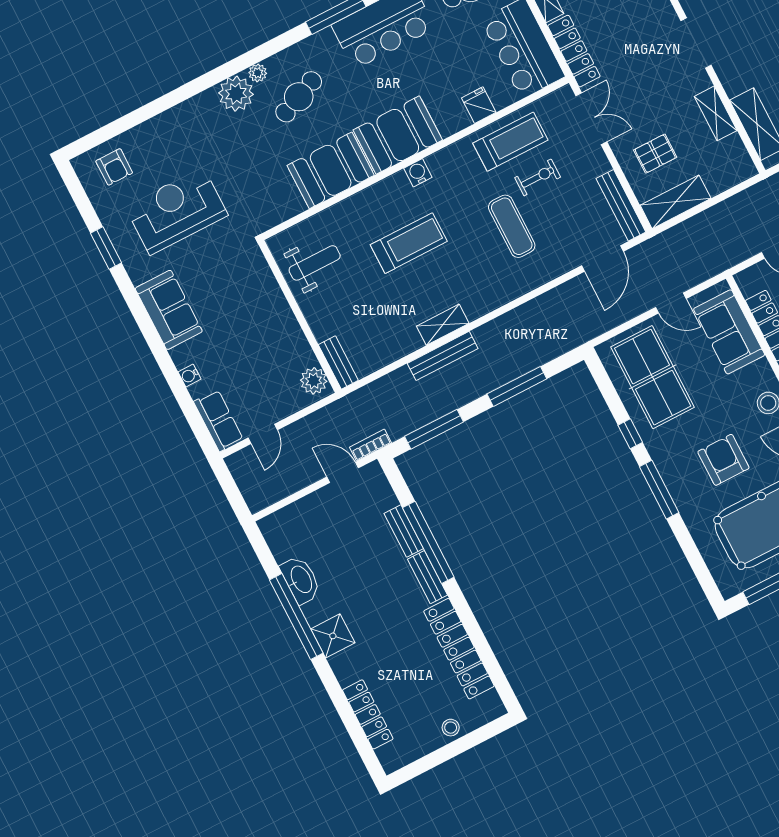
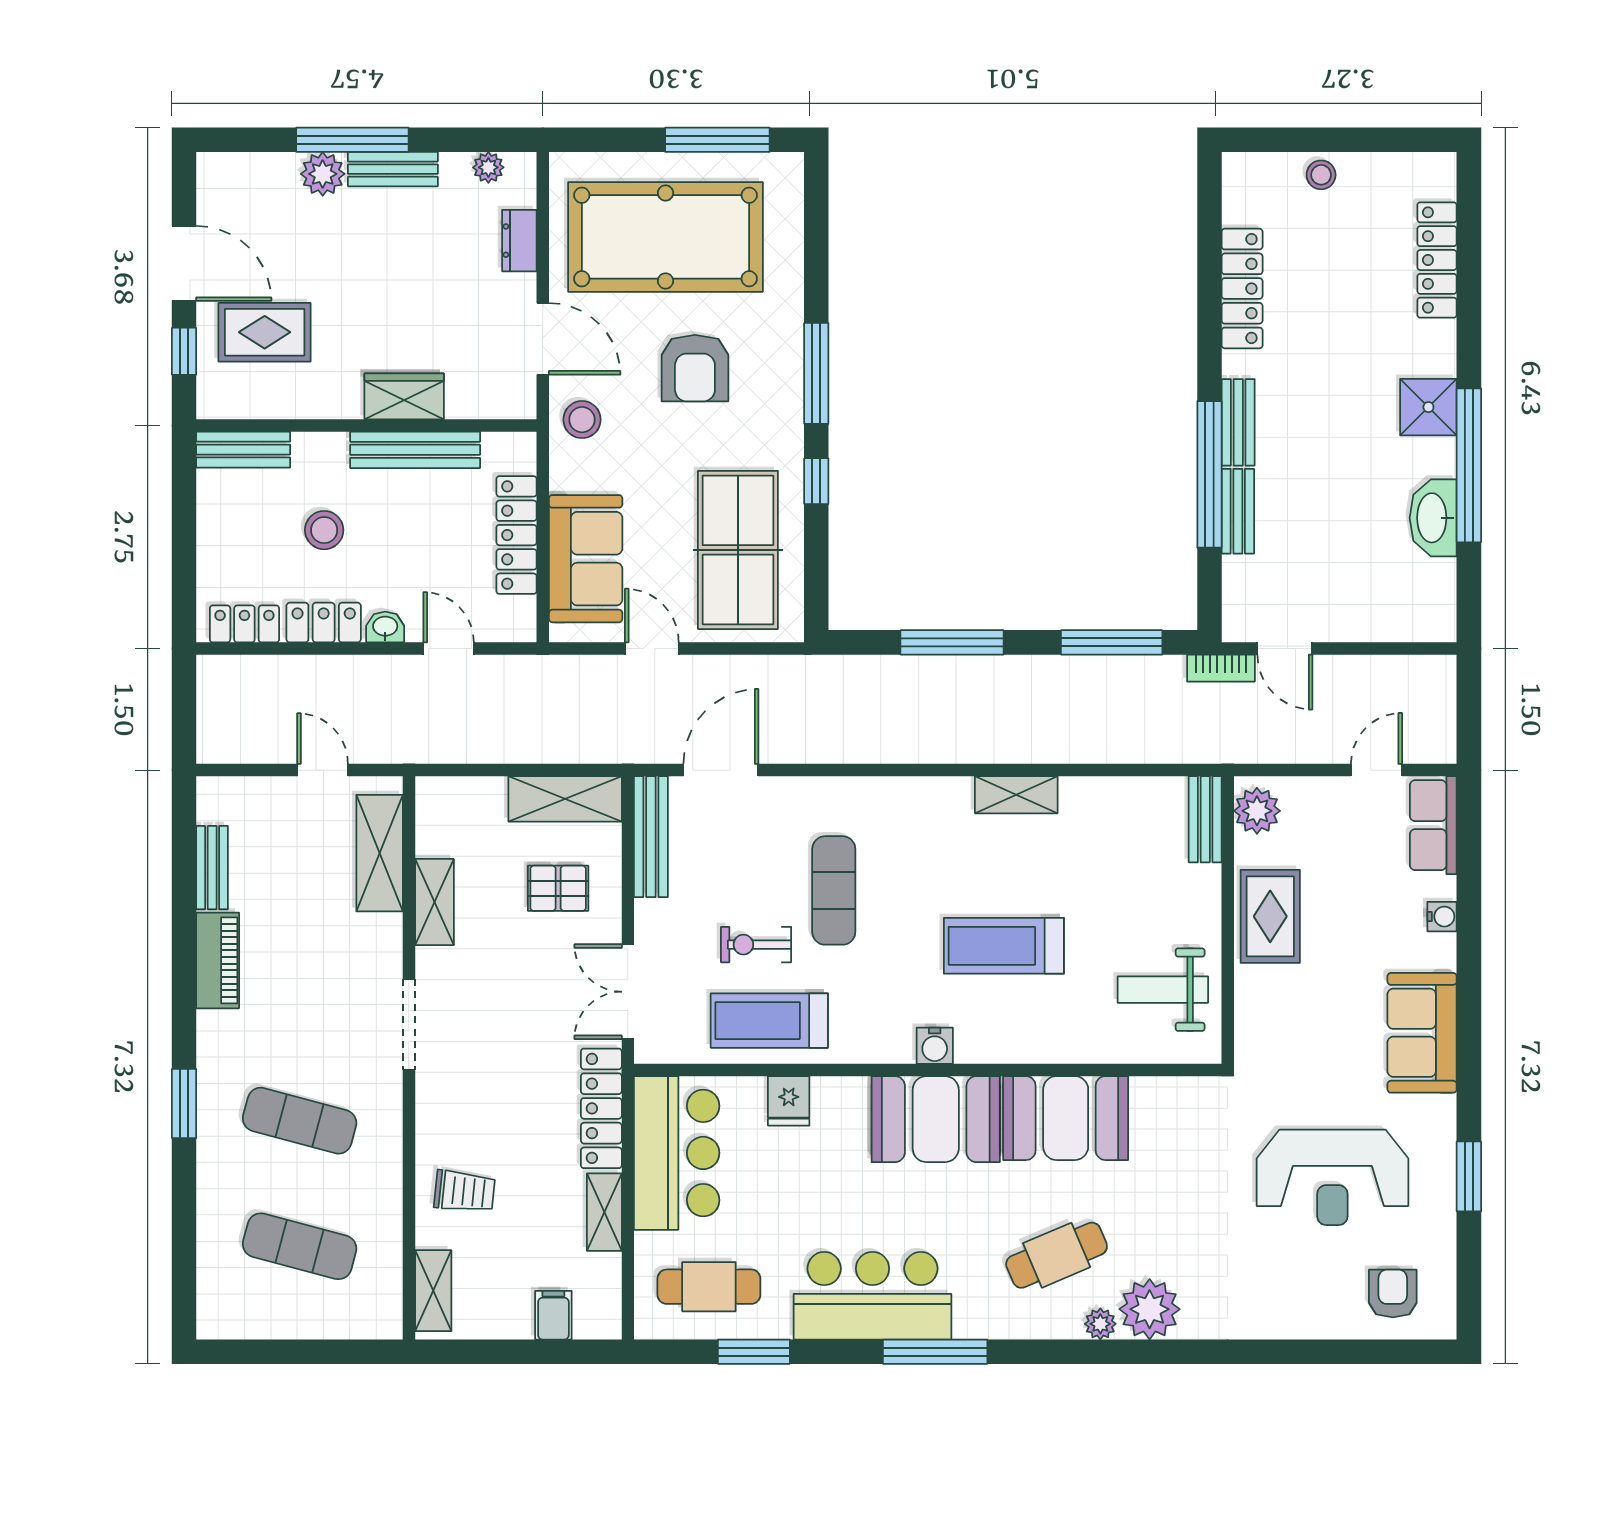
rug: (279, 330) -> (1270, 916), added
bench: (443, 356) -> (1041, 747), removed
locker: (459, 649) -> (1242, 289), width x0.71, depth x0.83

